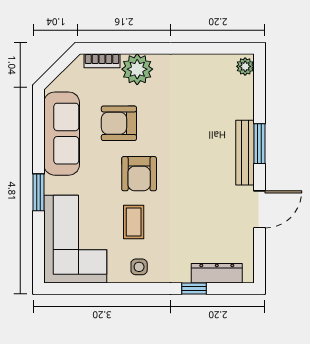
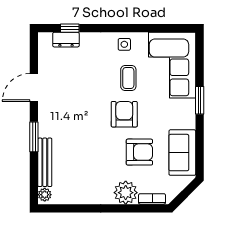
sofa: (62, 134) -> (182, 153), width x0.73
bench: (245, 153) -> (45, 162), moved
dresser: (217, 273) -> (66, 40), width x0.70
window: (194, 288) -> (70, 28), moved

